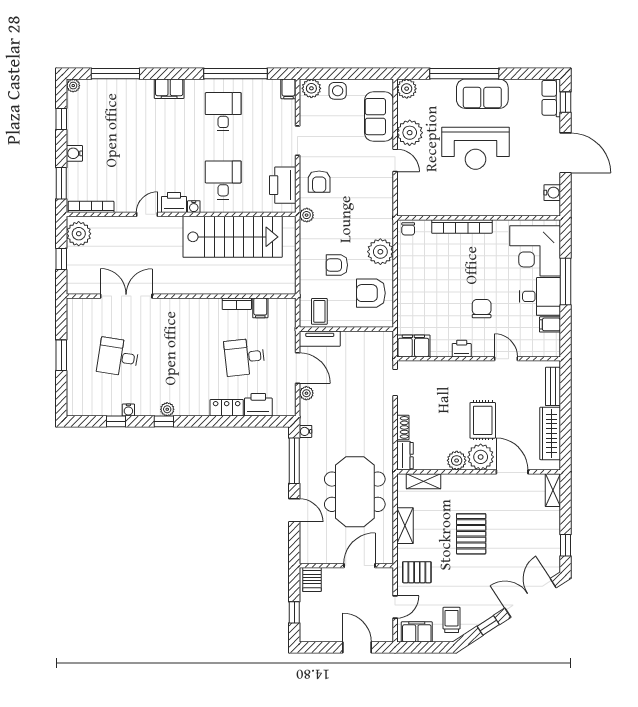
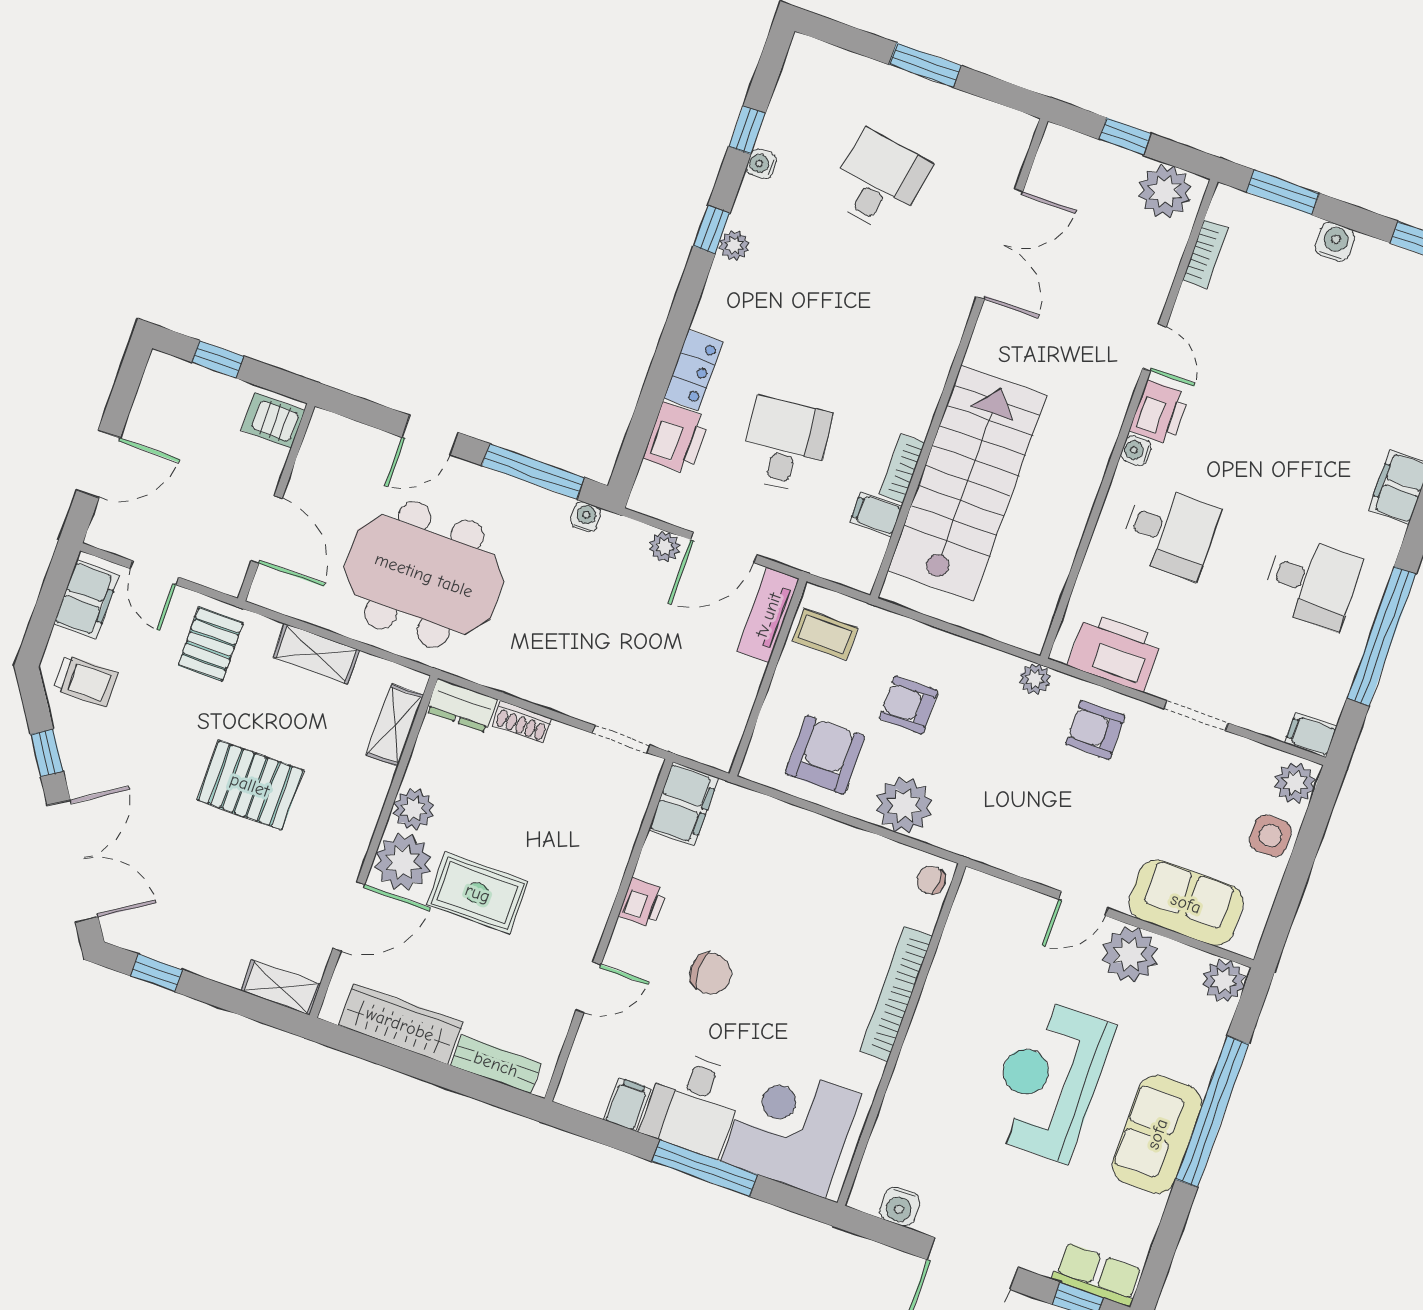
bookcase: (91, 207) -> (1205, 254), width x0.64
stairs: (233, 237) -> (967, 483), moved, turned 180
armchair: (337, 265) -> (909, 705), turned -90

